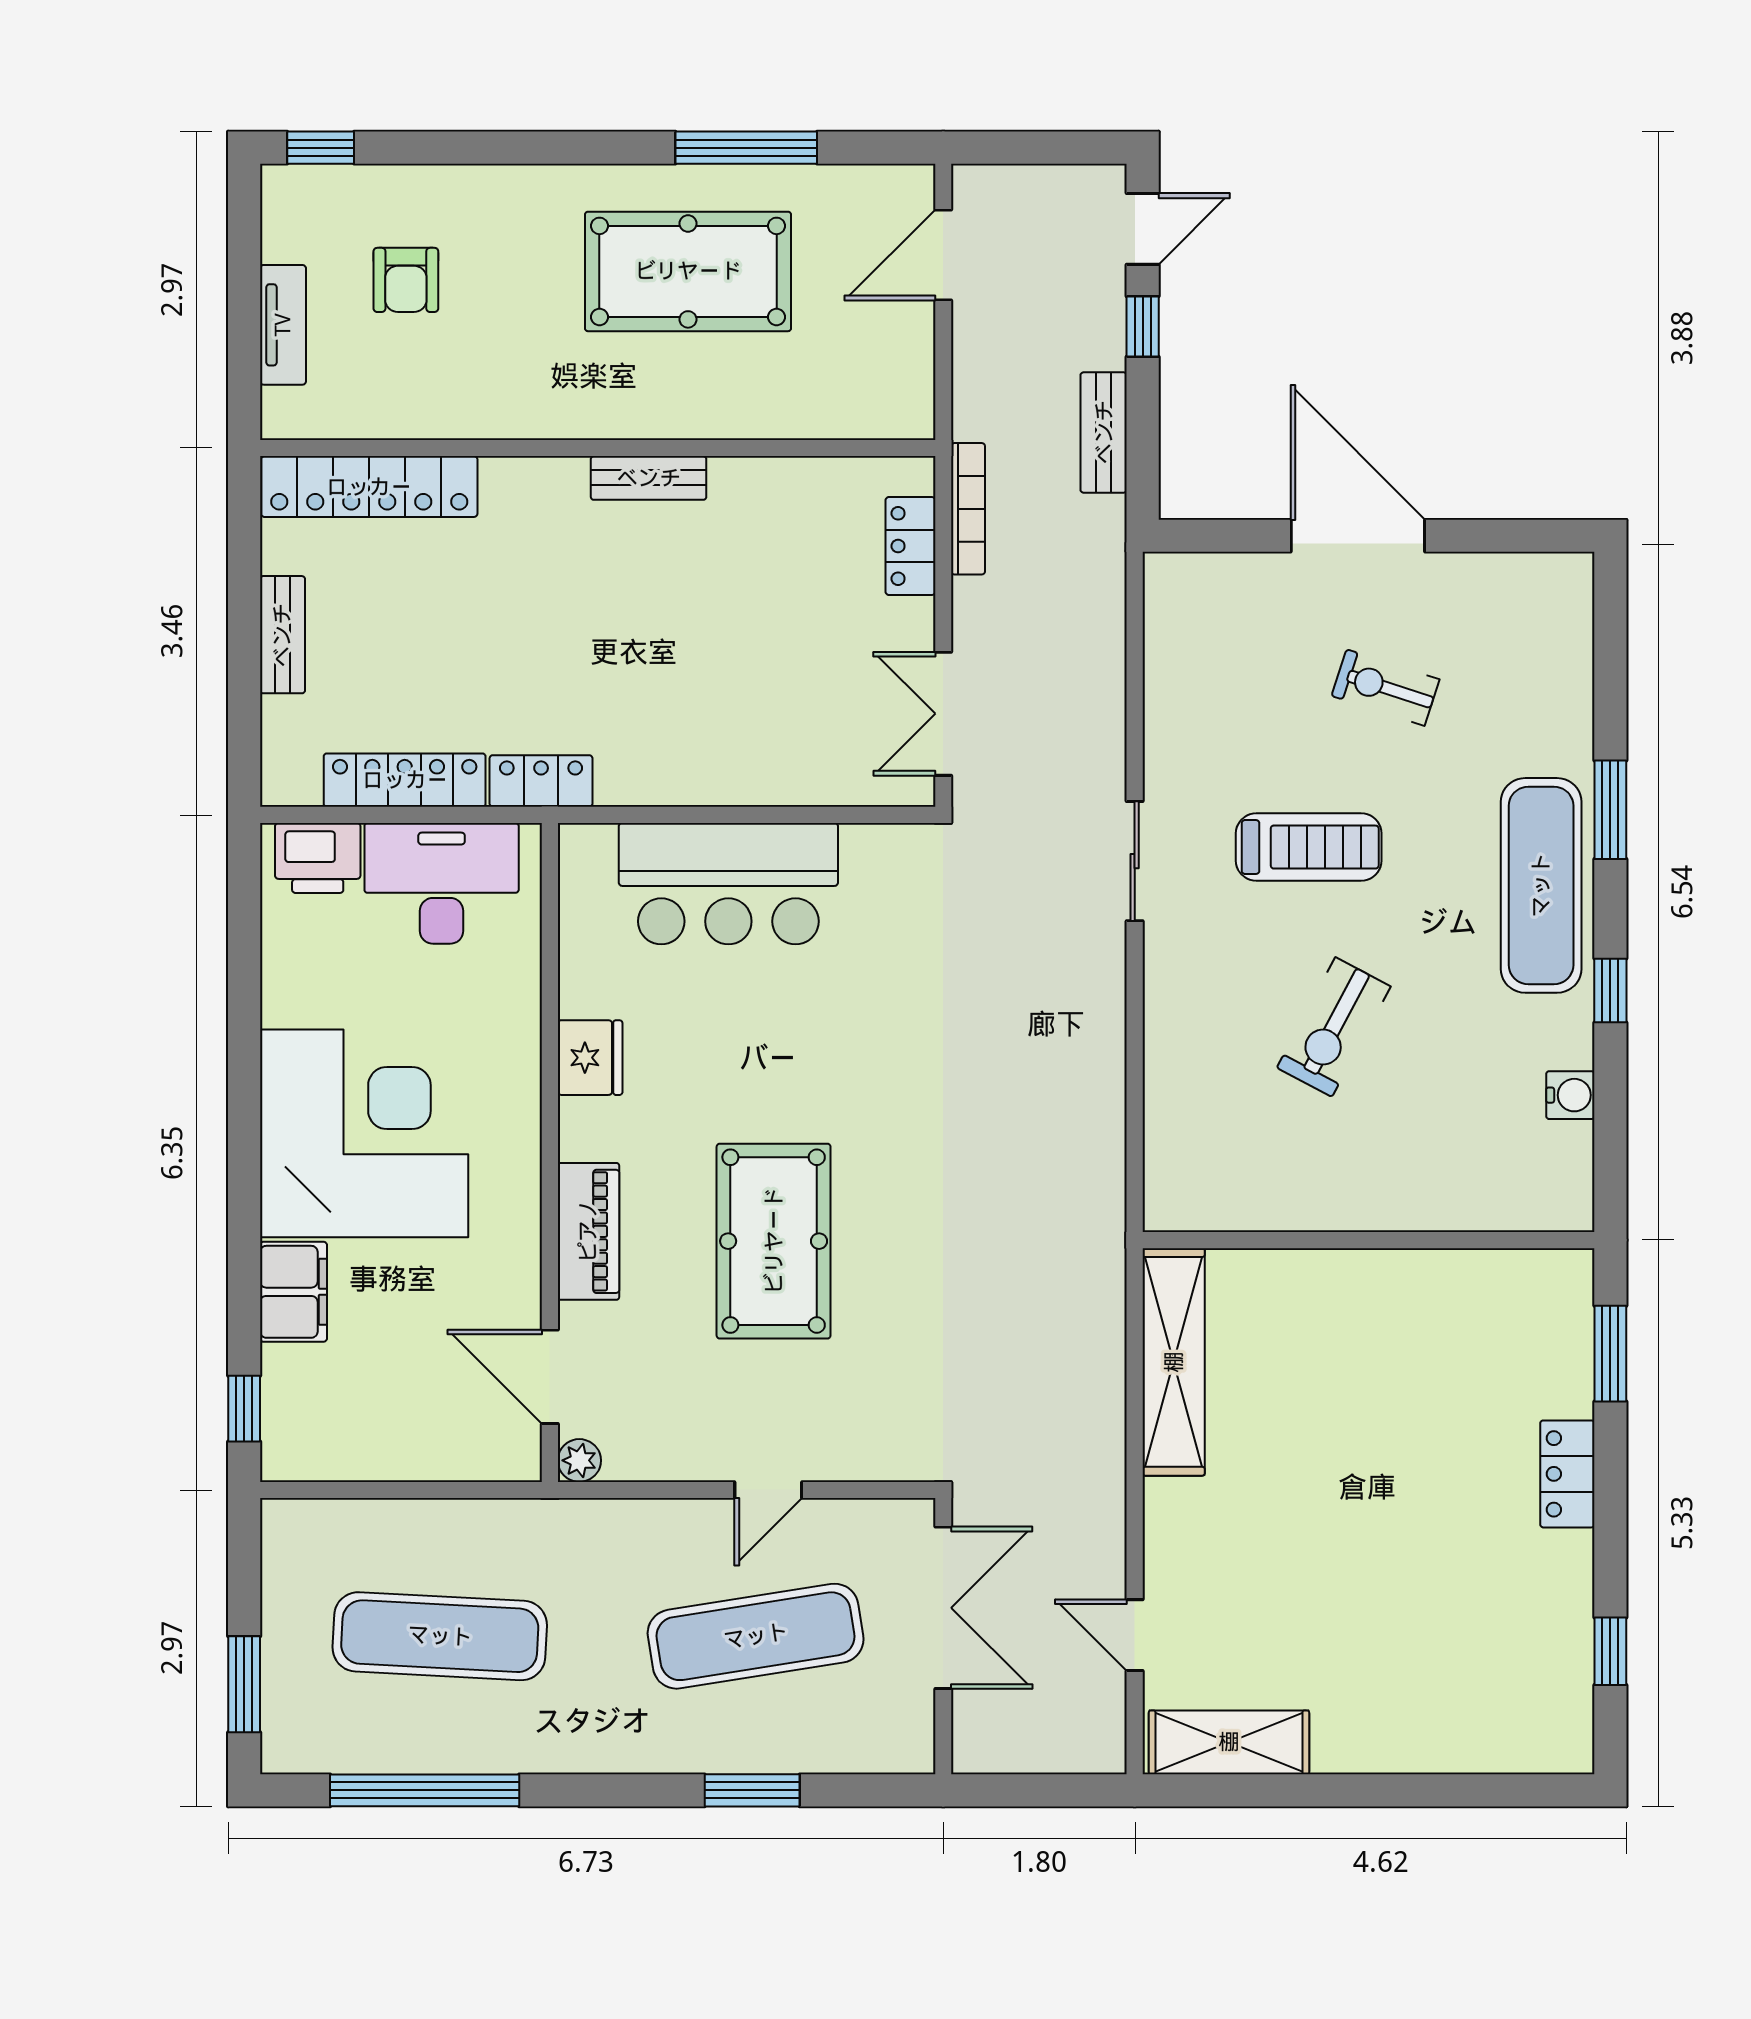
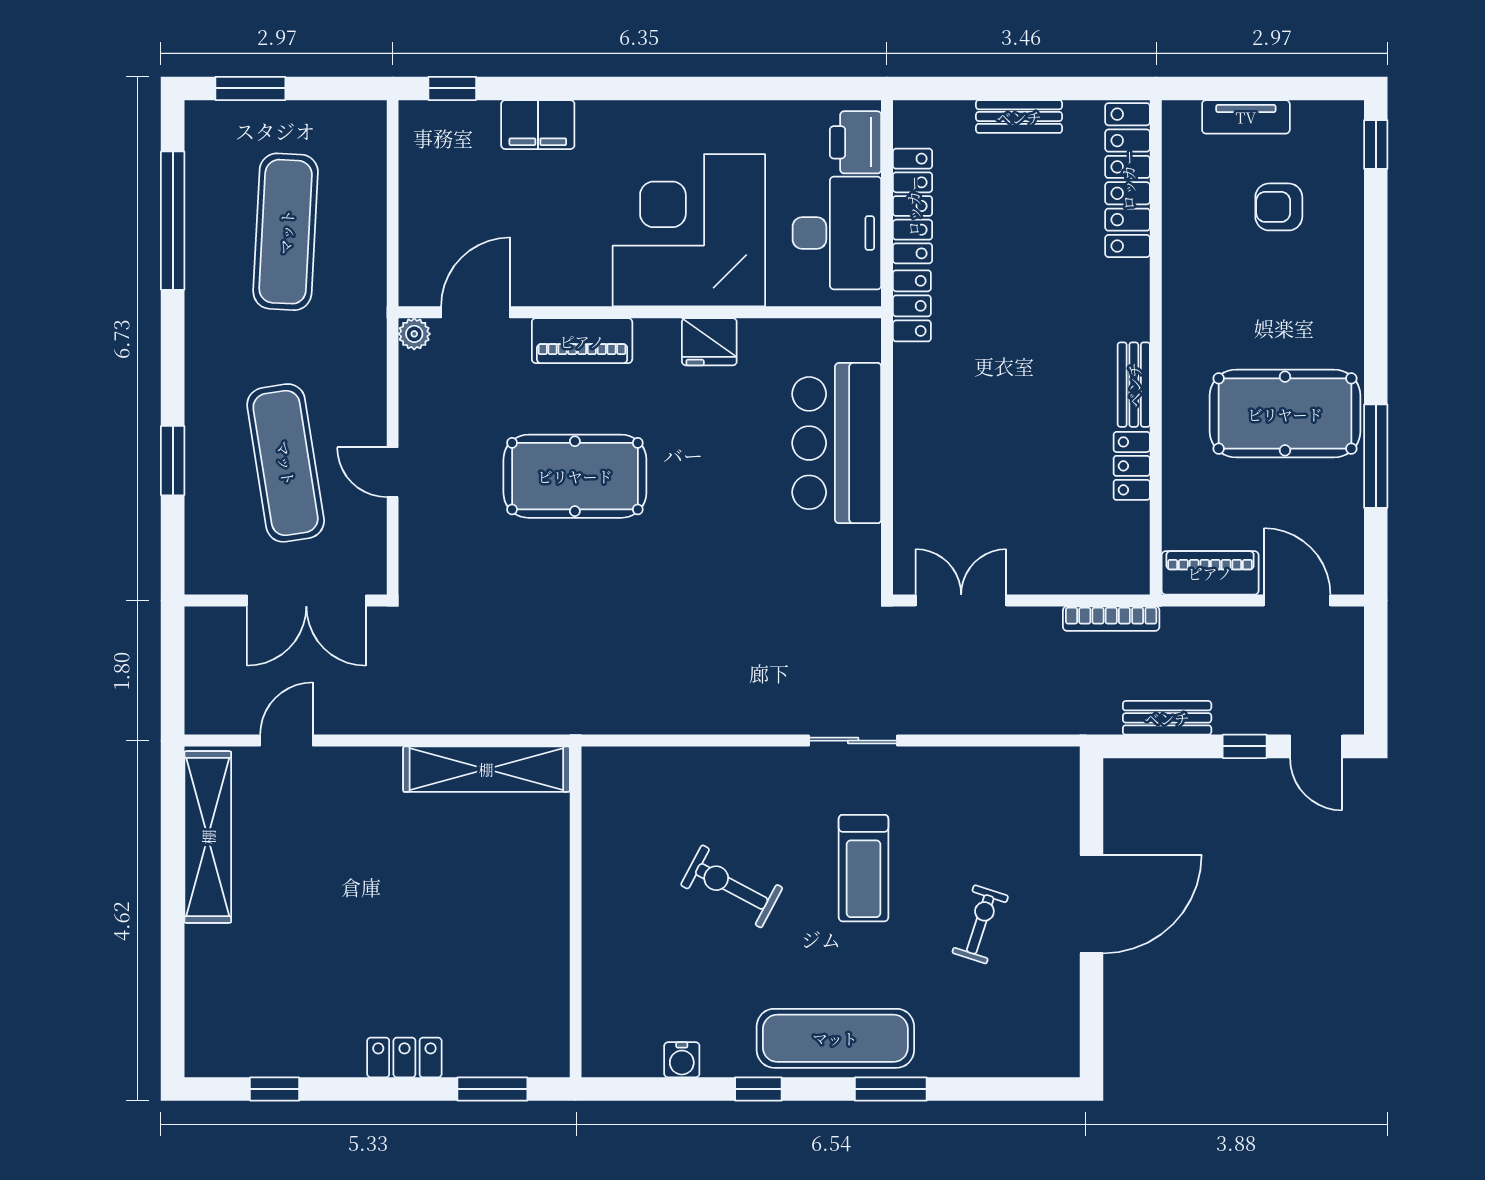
pool table: (688, 271) -> (1285, 414), turned 90
piano: (906, 374) -> (1210, 573), added
locker: (910, 546) -> (1132, 466), moved, turned -90
corner desk: (364, 1133) -> (689, 230), moved, turned 180
shelving: (1229, 1742) -> (208, 837), width x1.47

